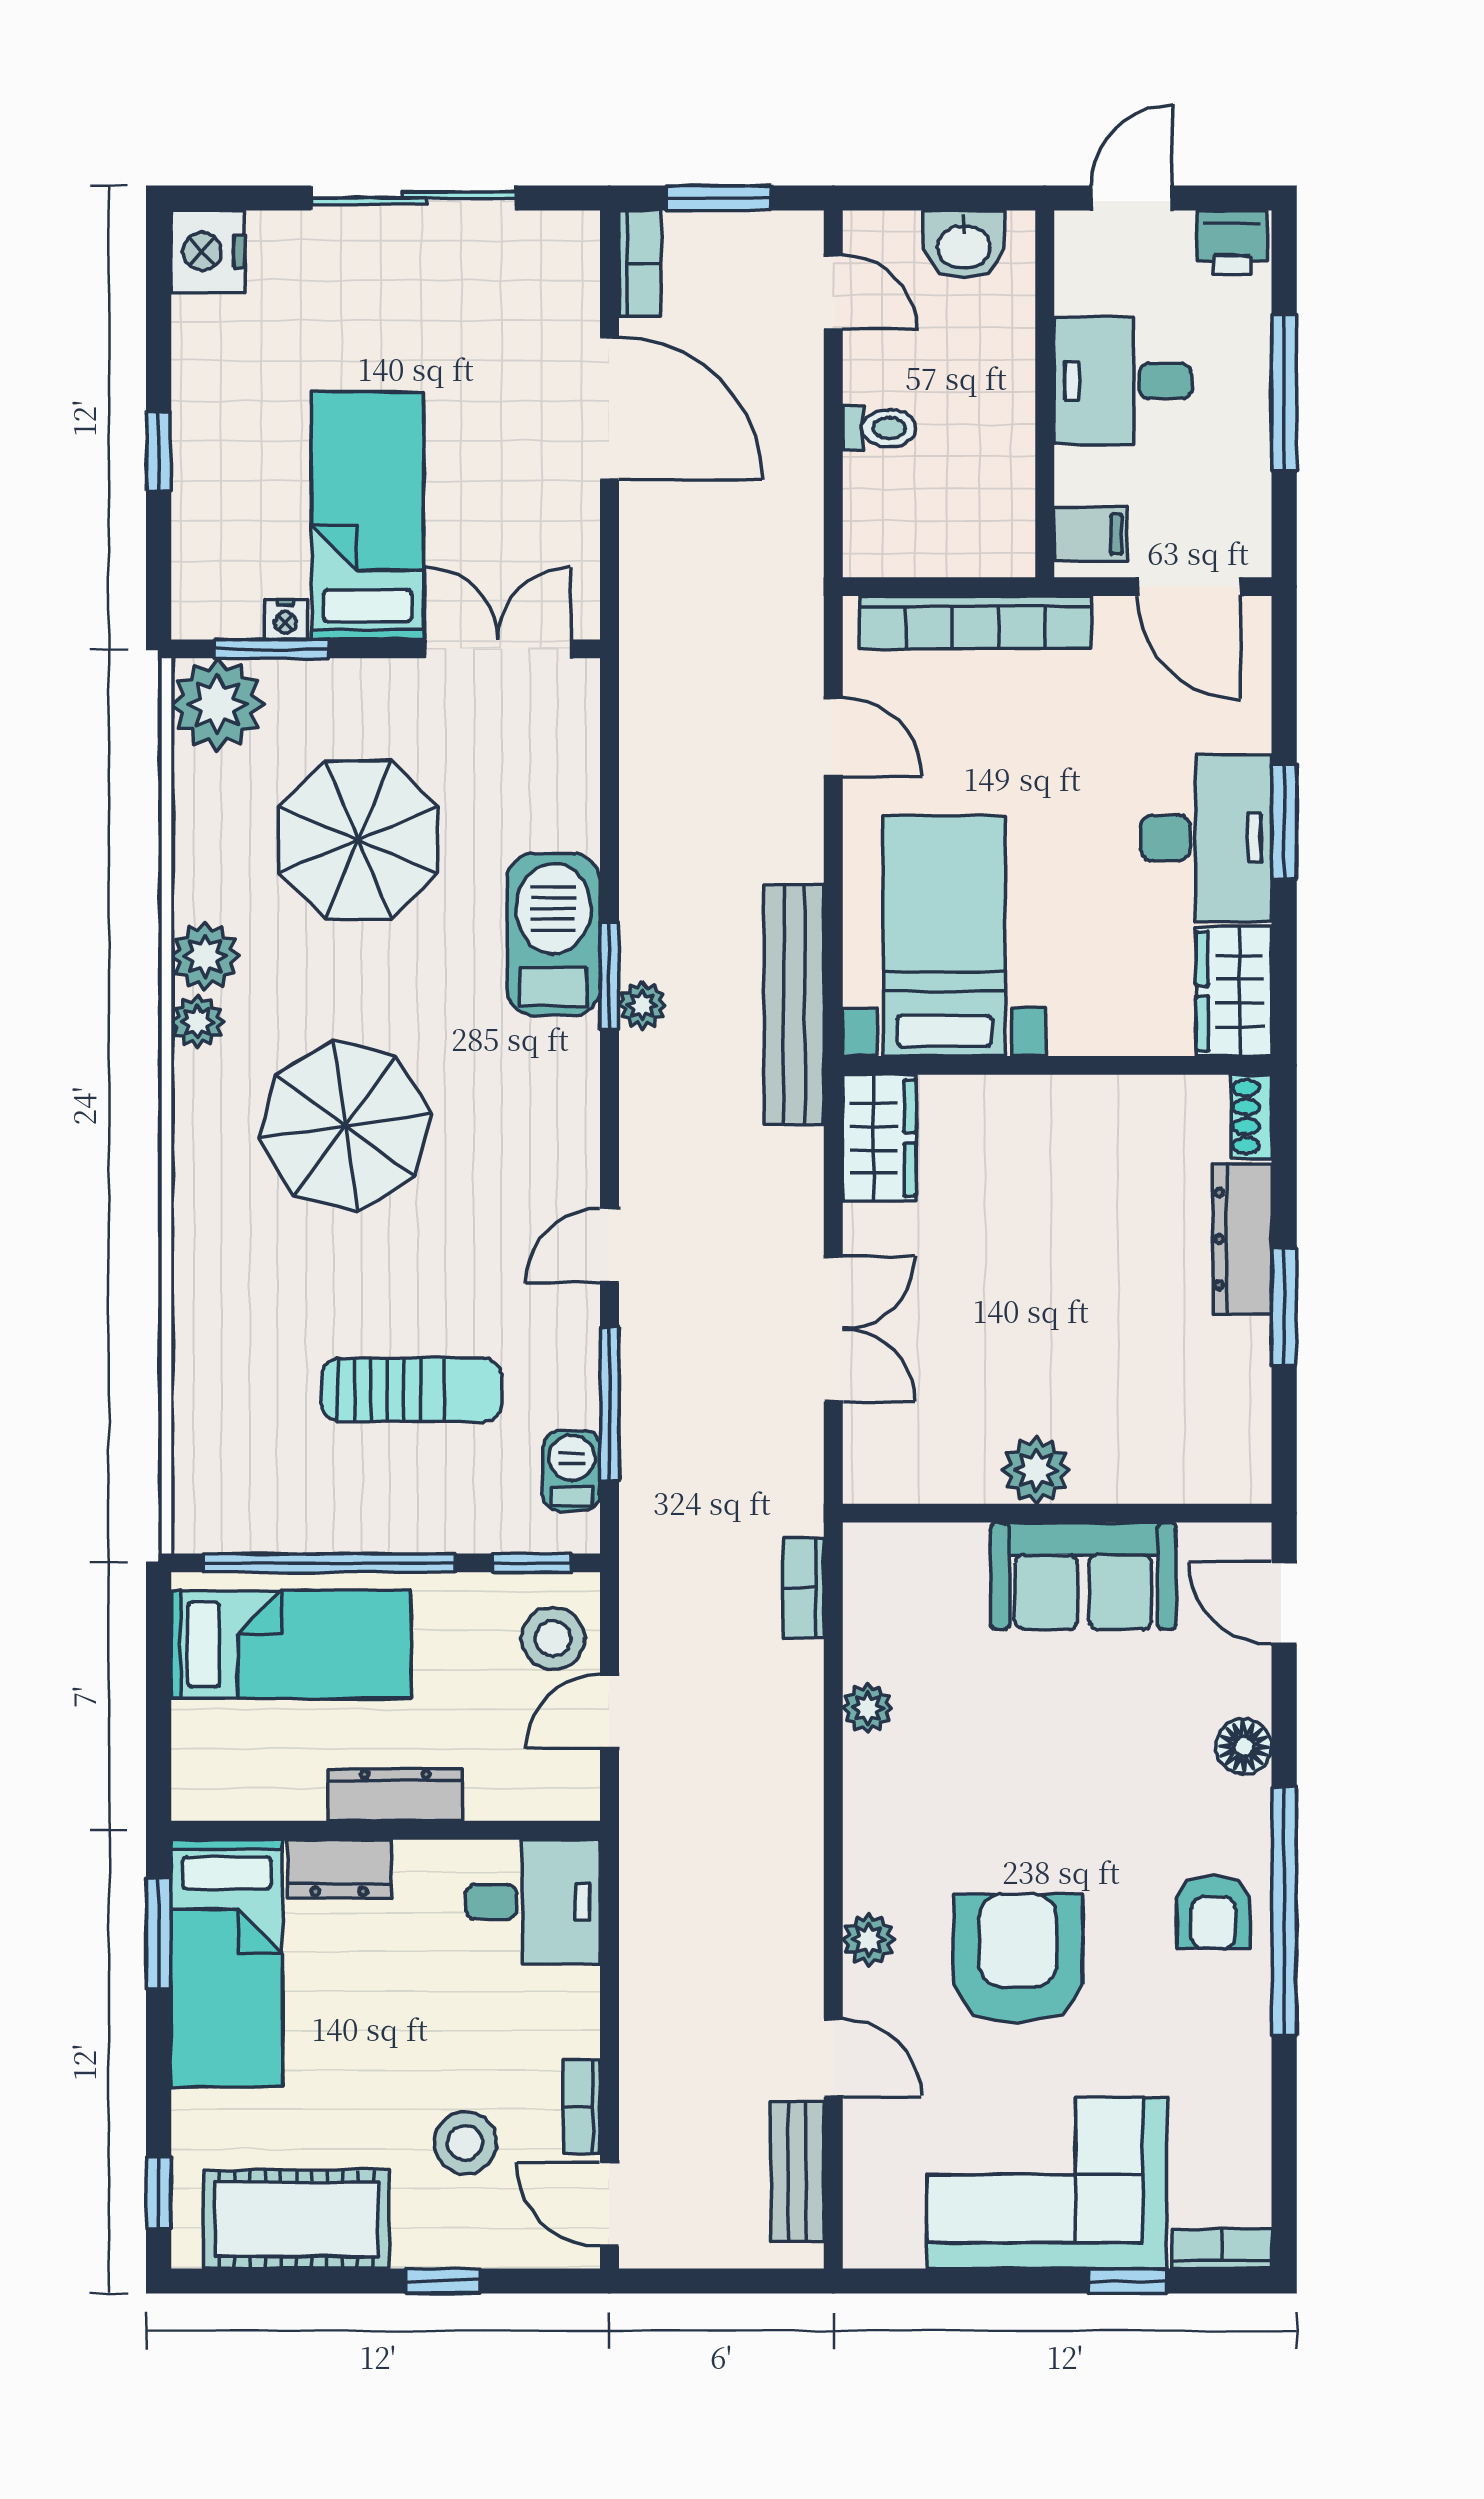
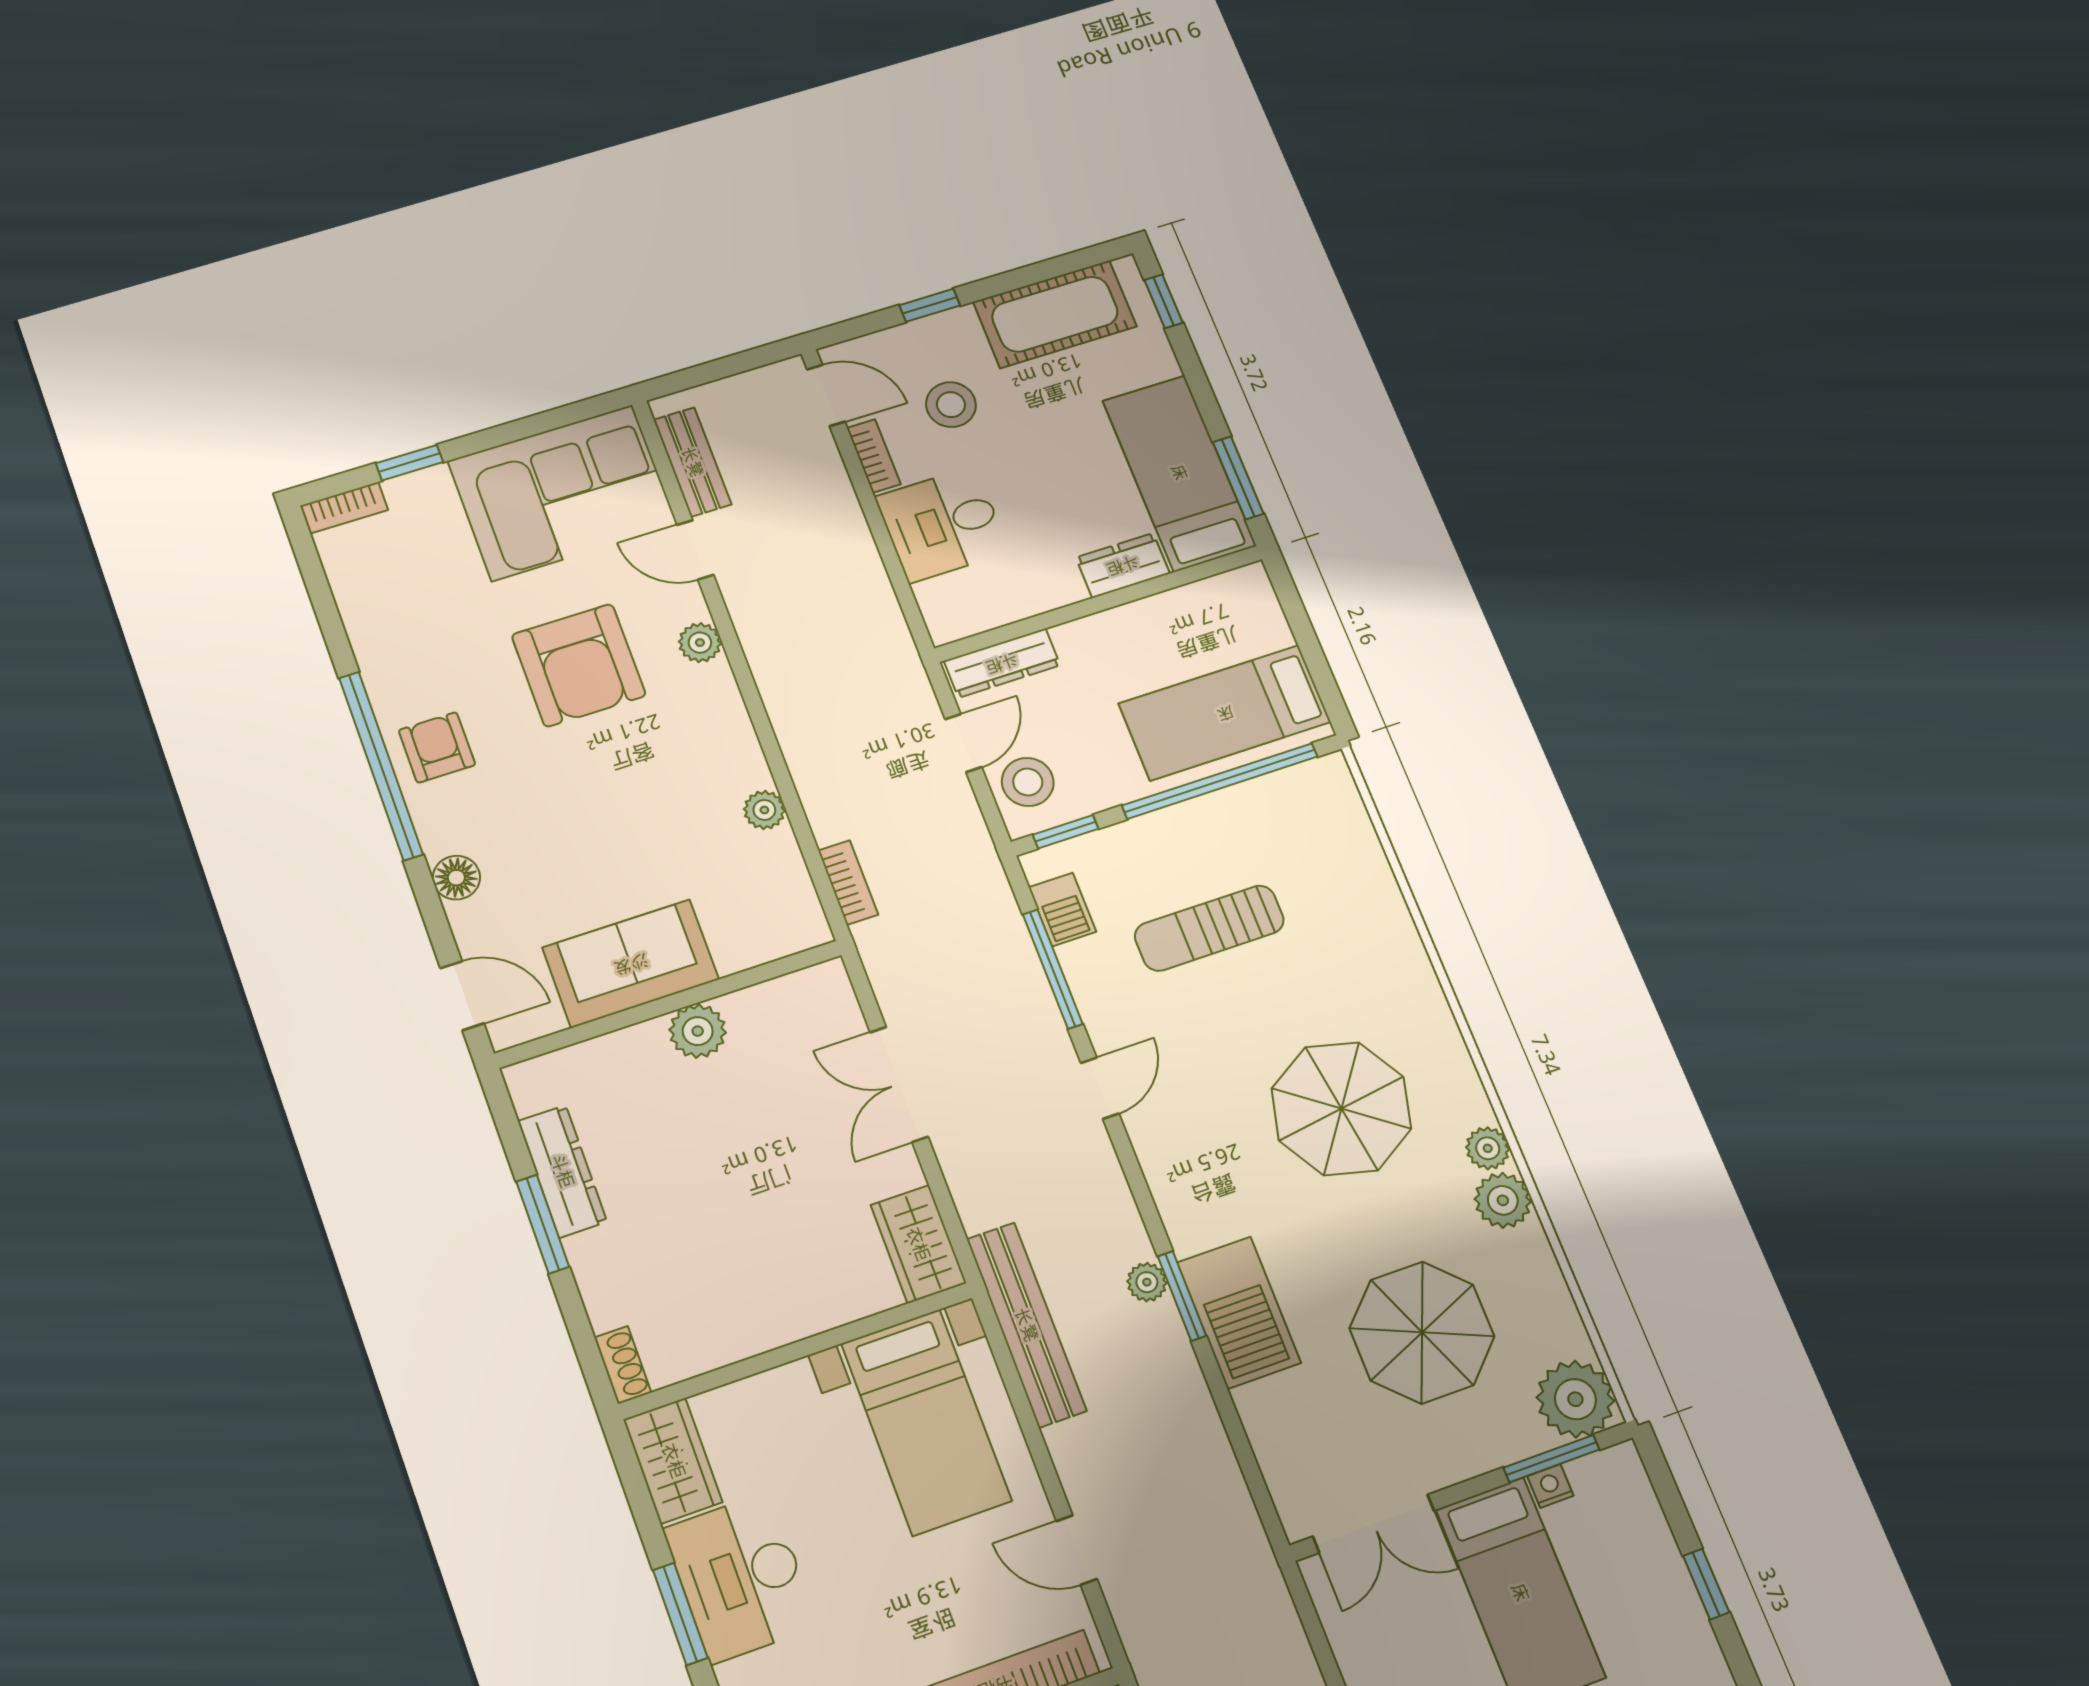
dresser: (1242, 1239) -> (562, 1171), moved
dresser: (395, 1795) -> (1002, 663), moved
desk: (533, 1902) -> (942, 524), moved
corner sofa: (1047, 2183) -> (562, 493), moved

